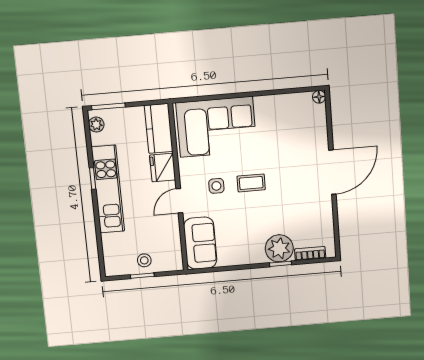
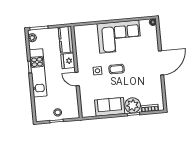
corner sofa: (216, 127) -> (119, 37), moved
door: (179, 201) -> (77, 79), hinge flipped
sofa: (200, 243) -> (110, 107), moved, turned -90

